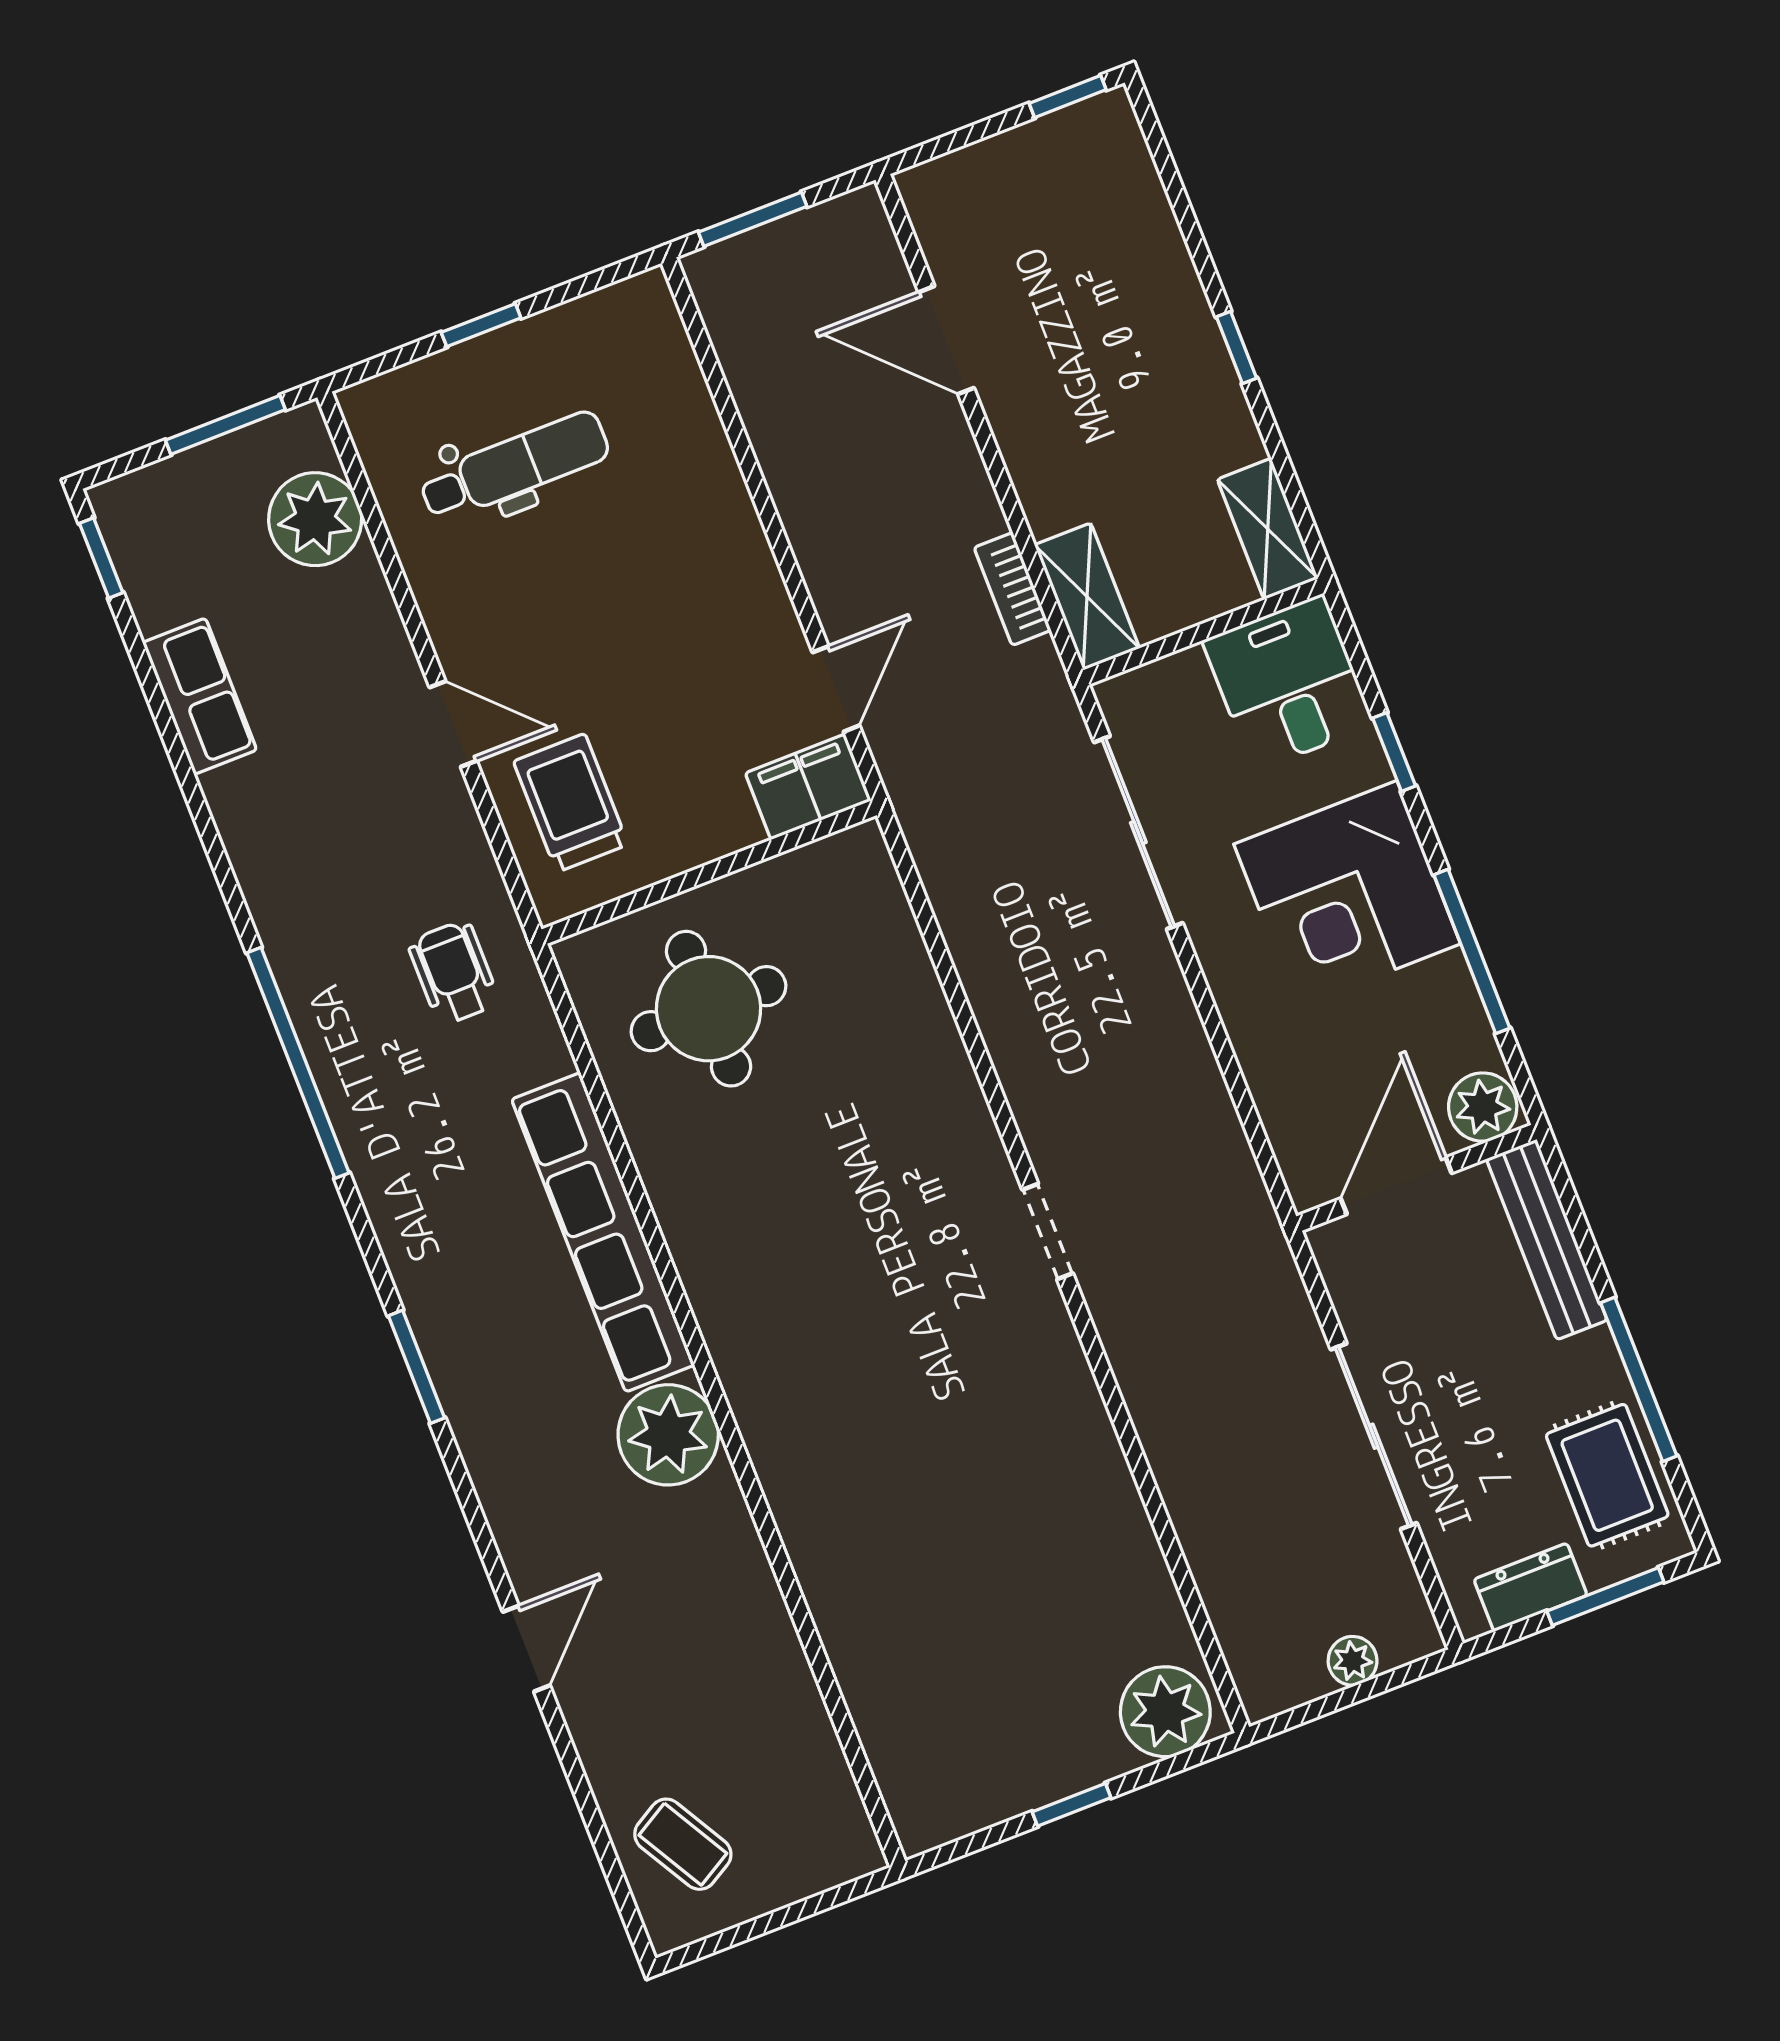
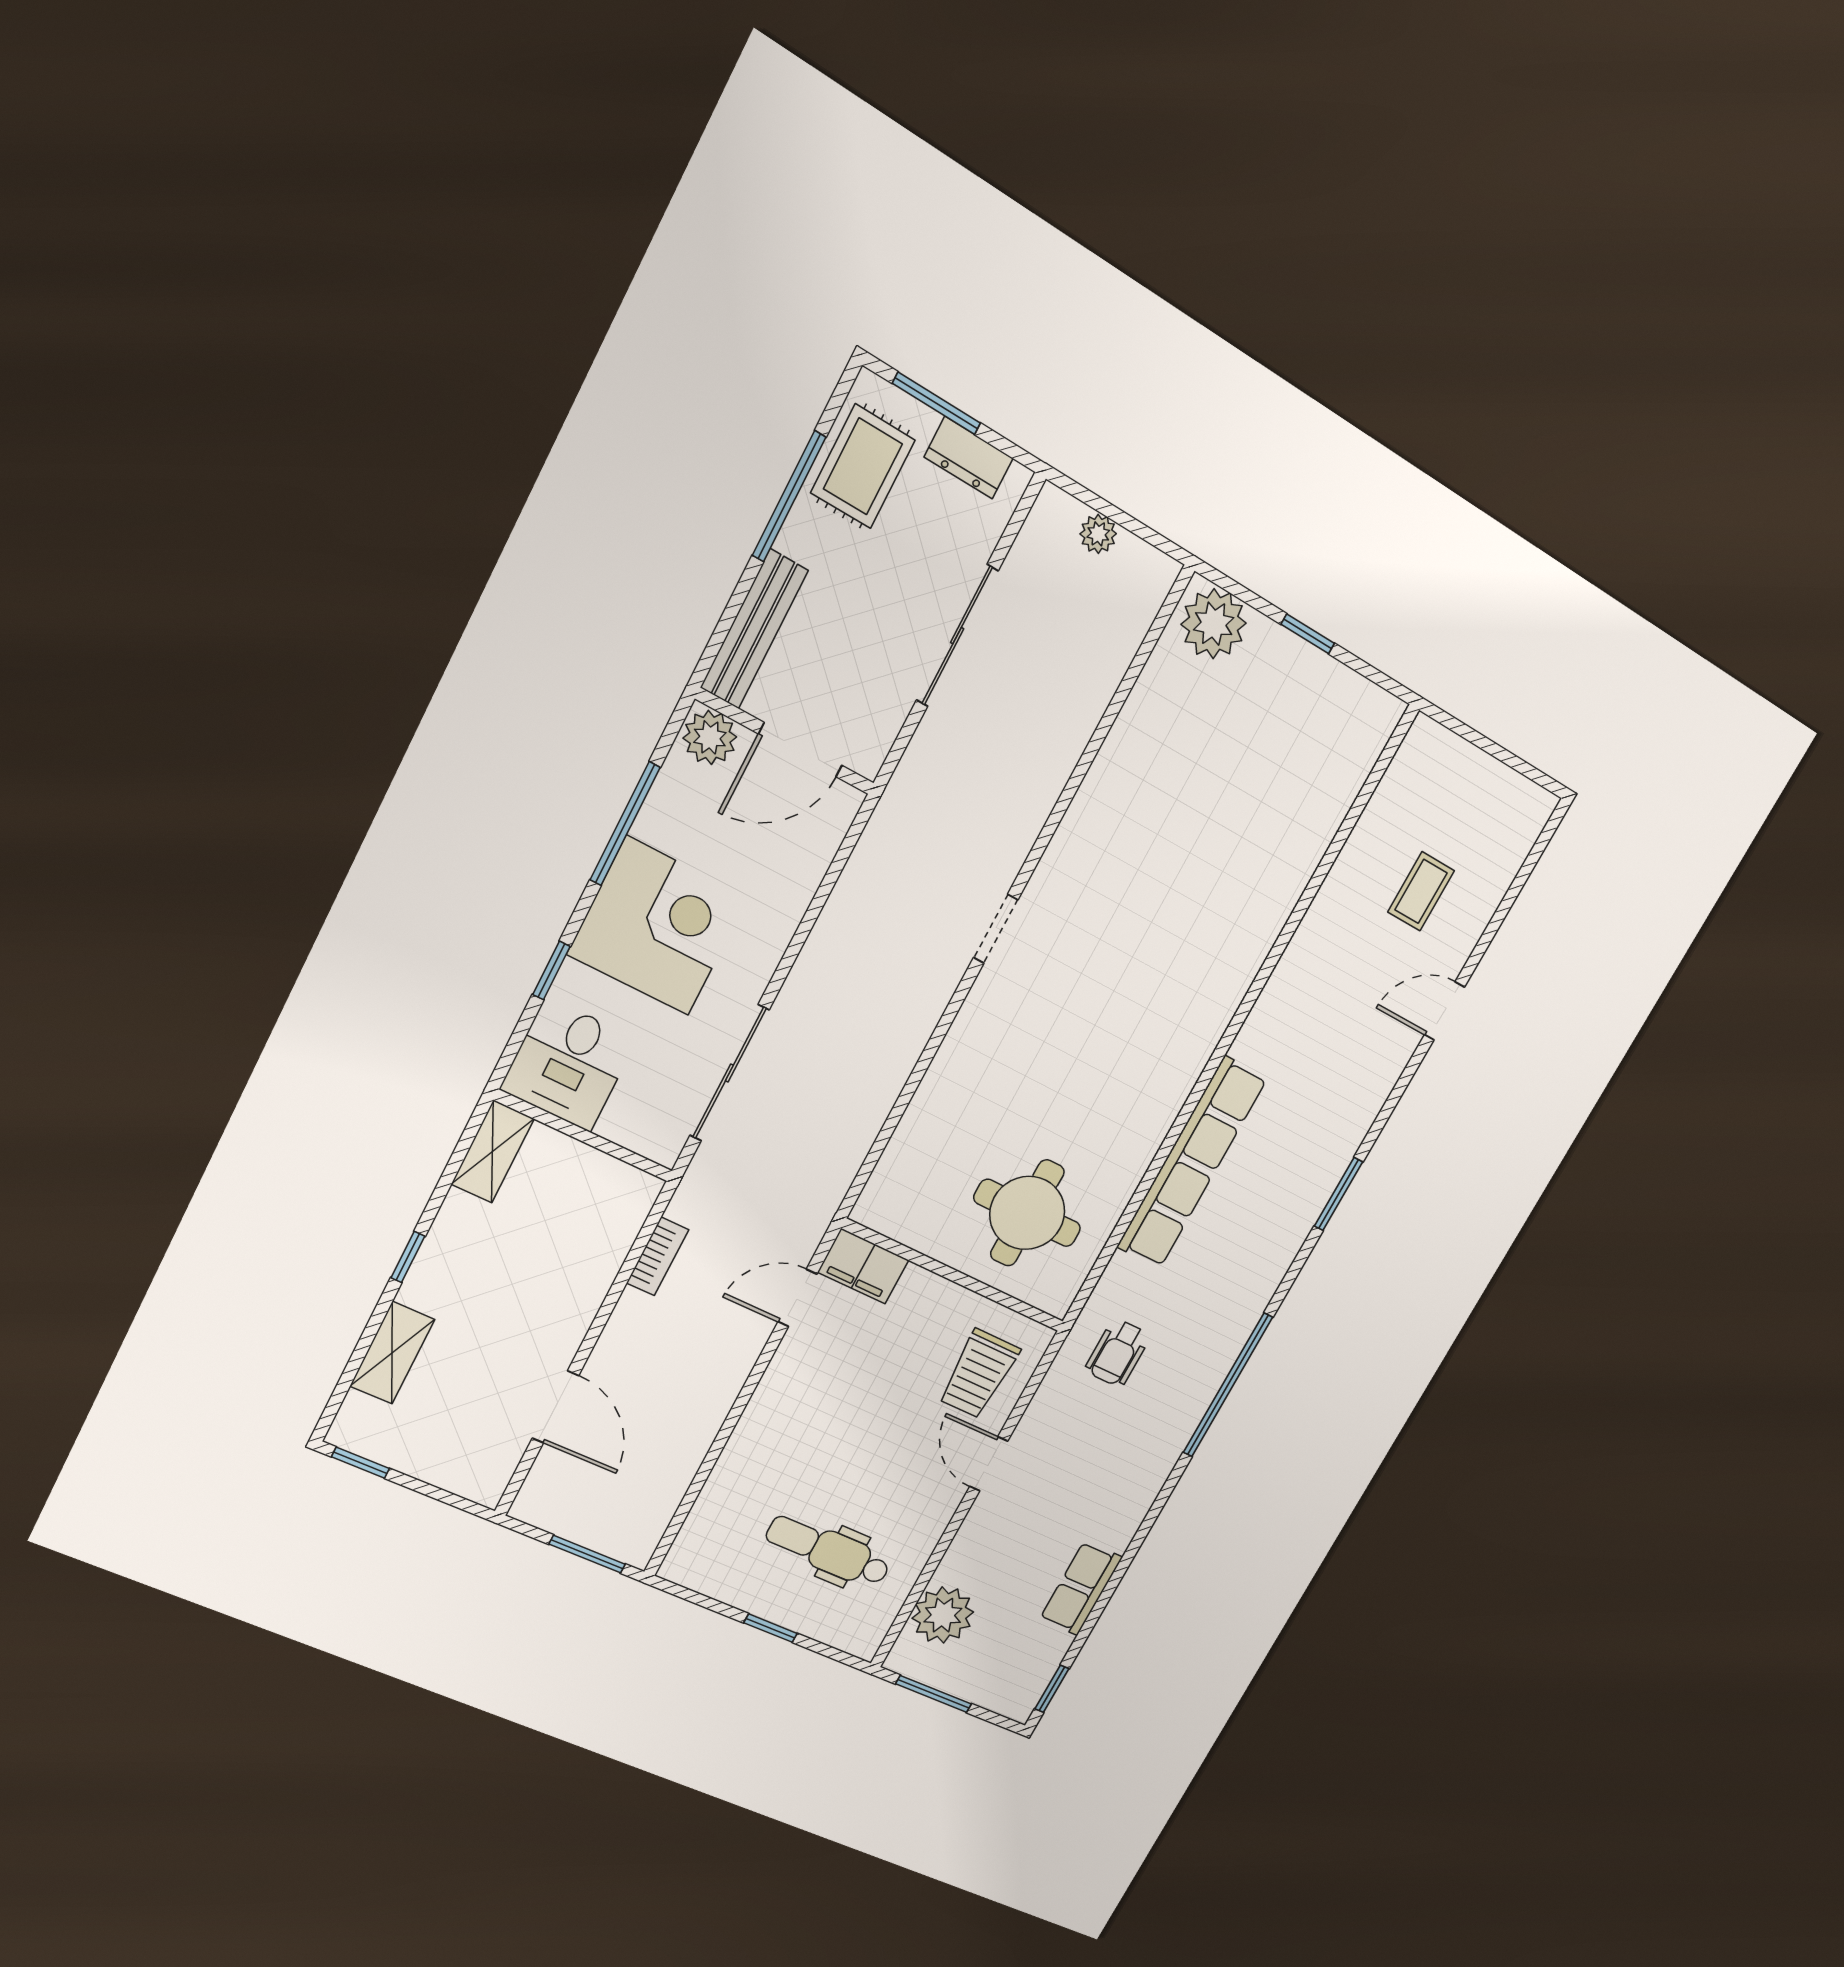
shelving: (1087, 597) -> (392, 1353), moved
plant: (668, 1435) -> (1273, 1036), removed
coffee table: (683, 1844) -> (1421, 891), moved, turned 30

